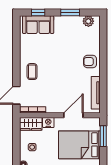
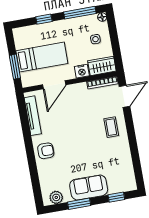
sofa: (38, 25) -> (89, 188), moved
bed: (79, 145) -> (42, 57), width x0.67

